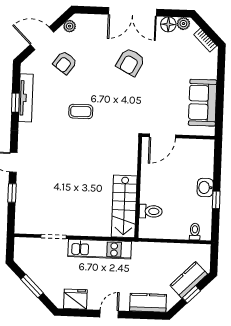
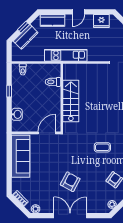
floor lamp: (168, 24) -> (46, 208), removed
sofa: (203, 103) -> (21, 156), width x1.36
washbasin: (205, 188) -> (17, 114), moved
stairs: (124, 206) -> (71, 101), moved
kitchen unit: (100, 249) -> (66, 55), moved

